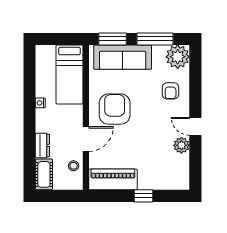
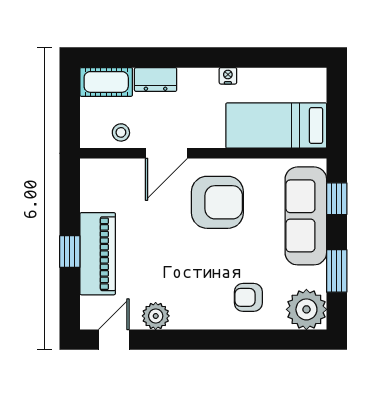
window: (113, 39) -> (337, 199), width x0.67
window: (155, 39) -> (337, 271), width x0.69
door: (195, 126) -> (114, 340), moved
door: (86, 139) -> (166, 153), hinge flipped
piano: (113, 179) -> (98, 254), moved

